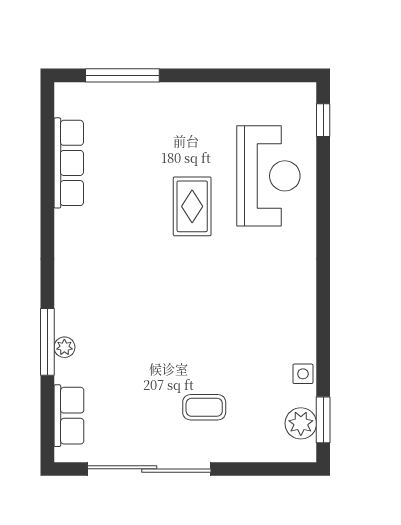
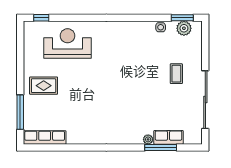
row of seats: (69, 163) -> (45, 137), moved
rug: (192, 206) -> (44, 86), moved
window: (47, 342) -> (161, 147), moved
row of seats: (69, 416) -> (169, 137), moved

